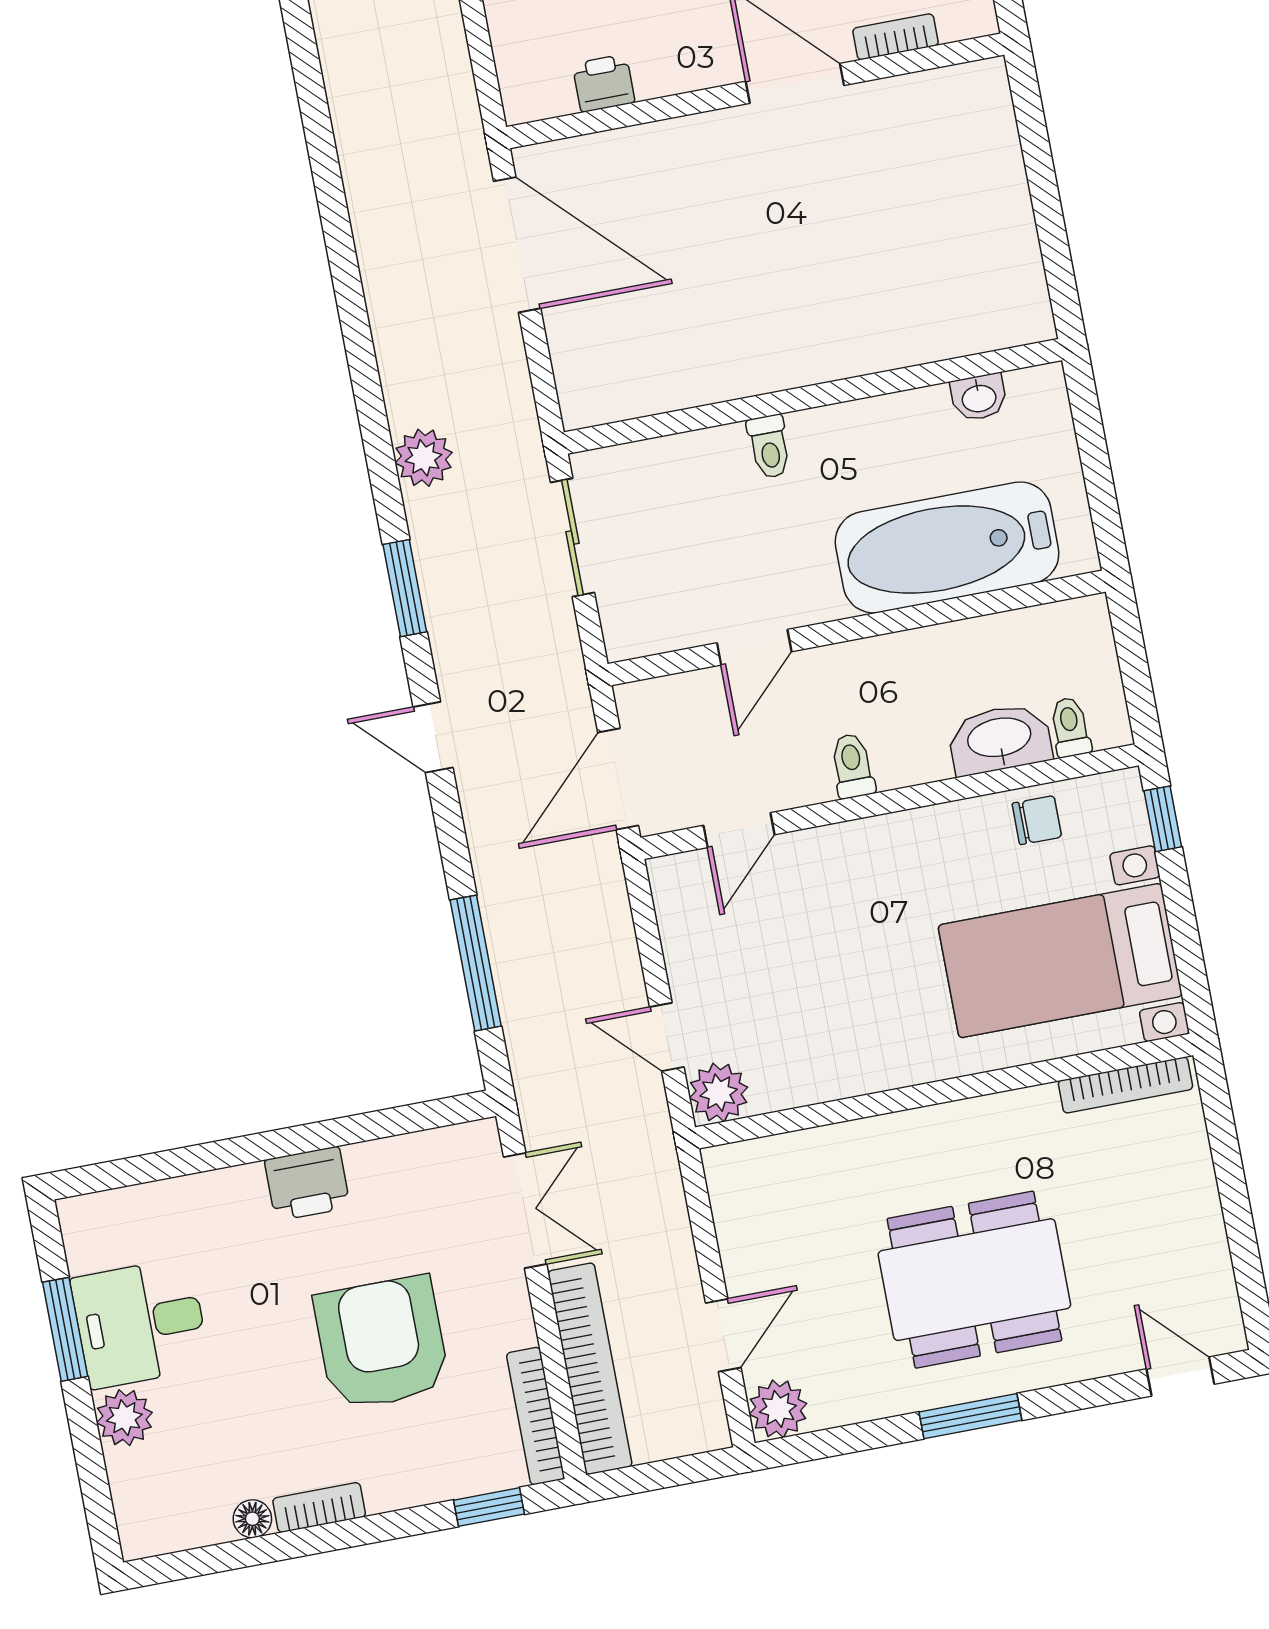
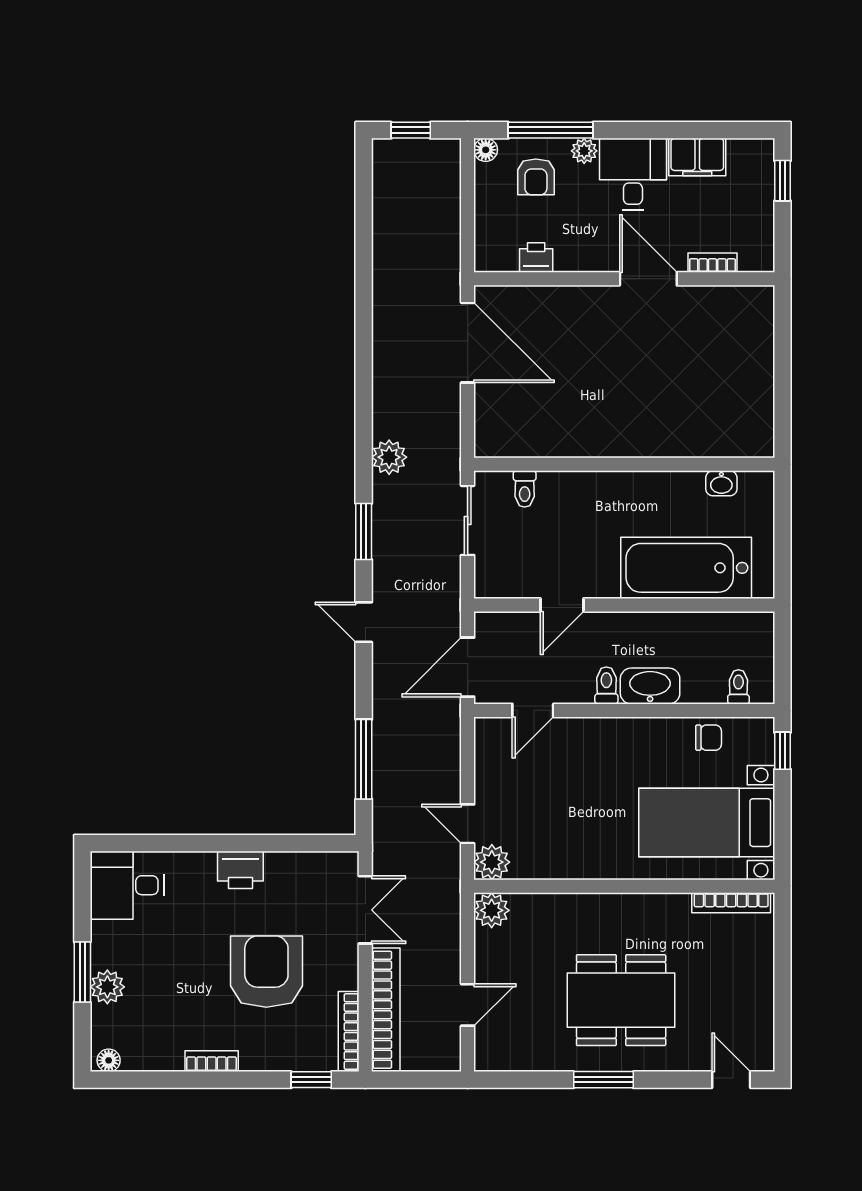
toilet: (769, 447) -> (525, 489), moved
washbasin: (1000, 739) -> (650, 686), moved
desk: (140, 1323) -> (127, 885), moved
window: (65, 1329) -> (82, 972), moved
plant: (778, 1409) -> (492, 910), moved
floor lamp: (252, 1519) -> (109, 1060), moved

